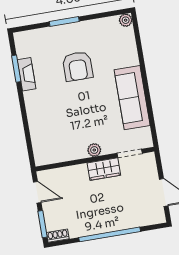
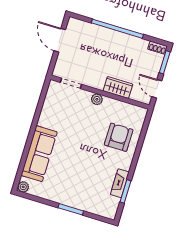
armchair: (78, 66) -> (119, 137), moved
sofa: (132, 98) -> (39, 154), moved
wardrobe: (104, 169) -> (118, 87), moved

